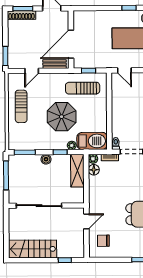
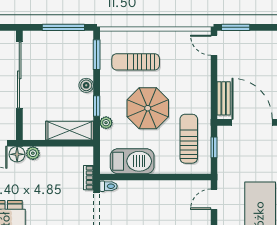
door: (32, 71) -> (214, 45), moved
sun lounger: (21, 106) -> (136, 62), moved
barbecue: (92, 141) -> (132, 161), moved, turned -90
plant: (93, 159) -> (33, 153), moved
floor lamp: (94, 170) -> (17, 154), moved

